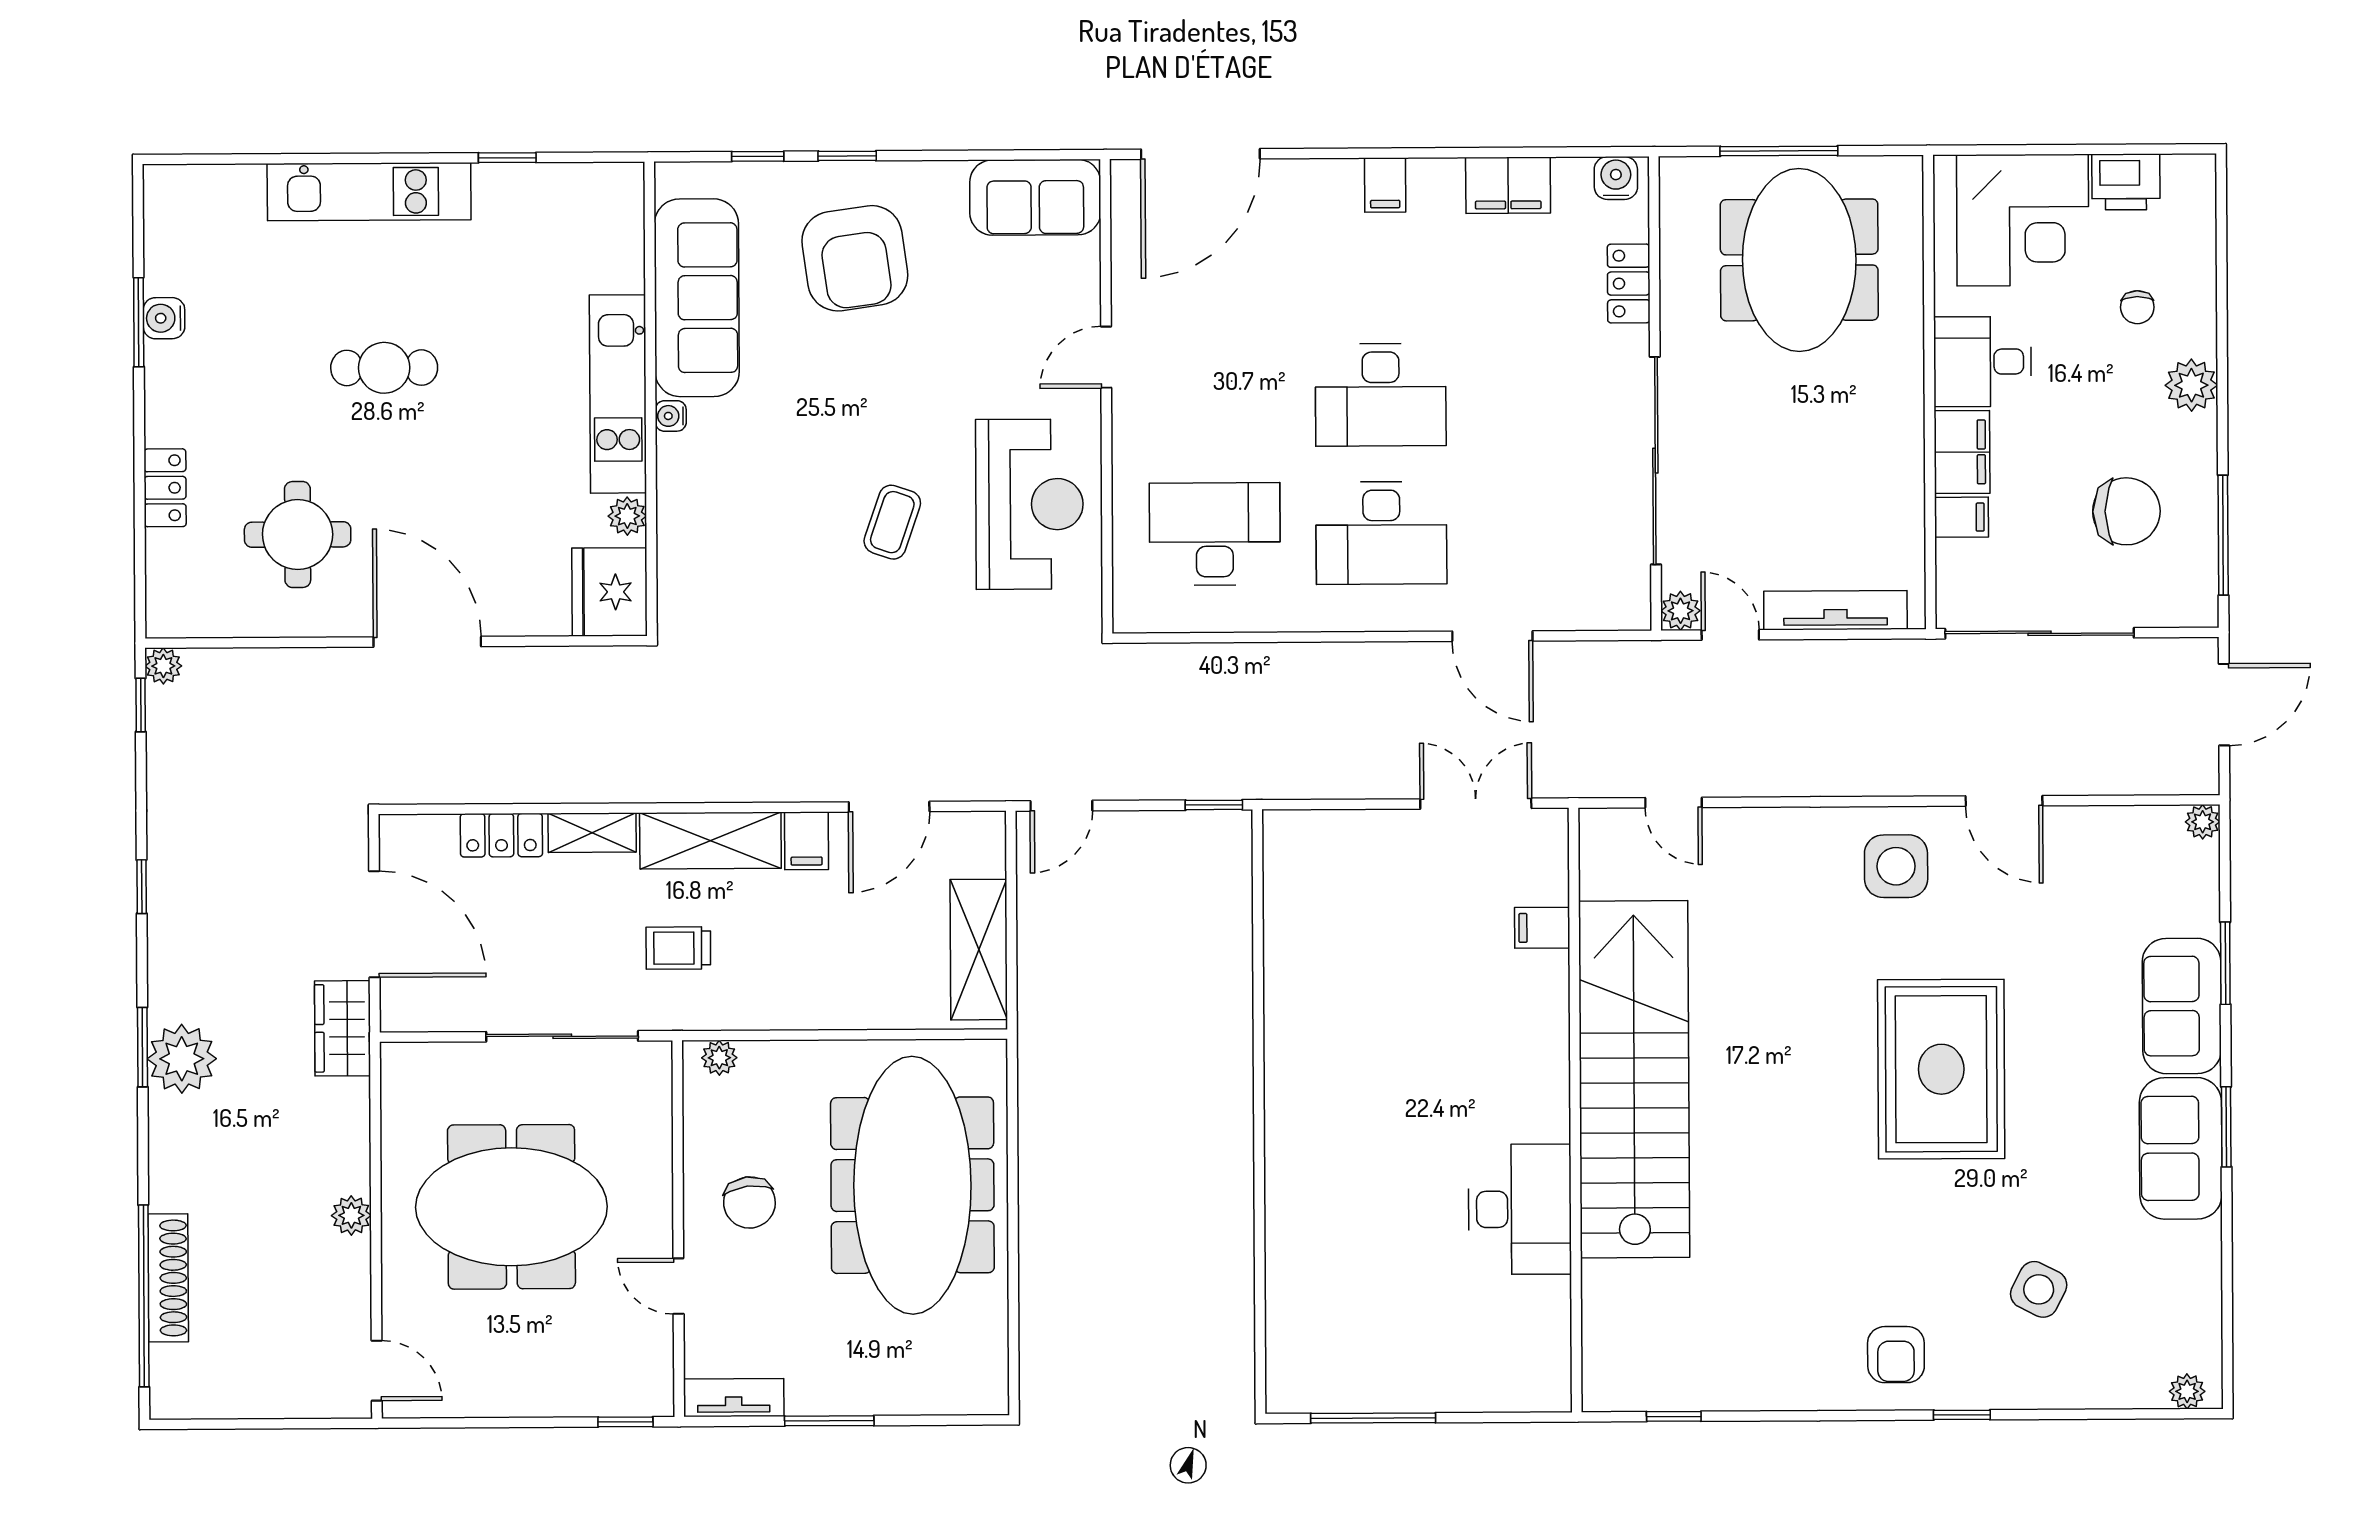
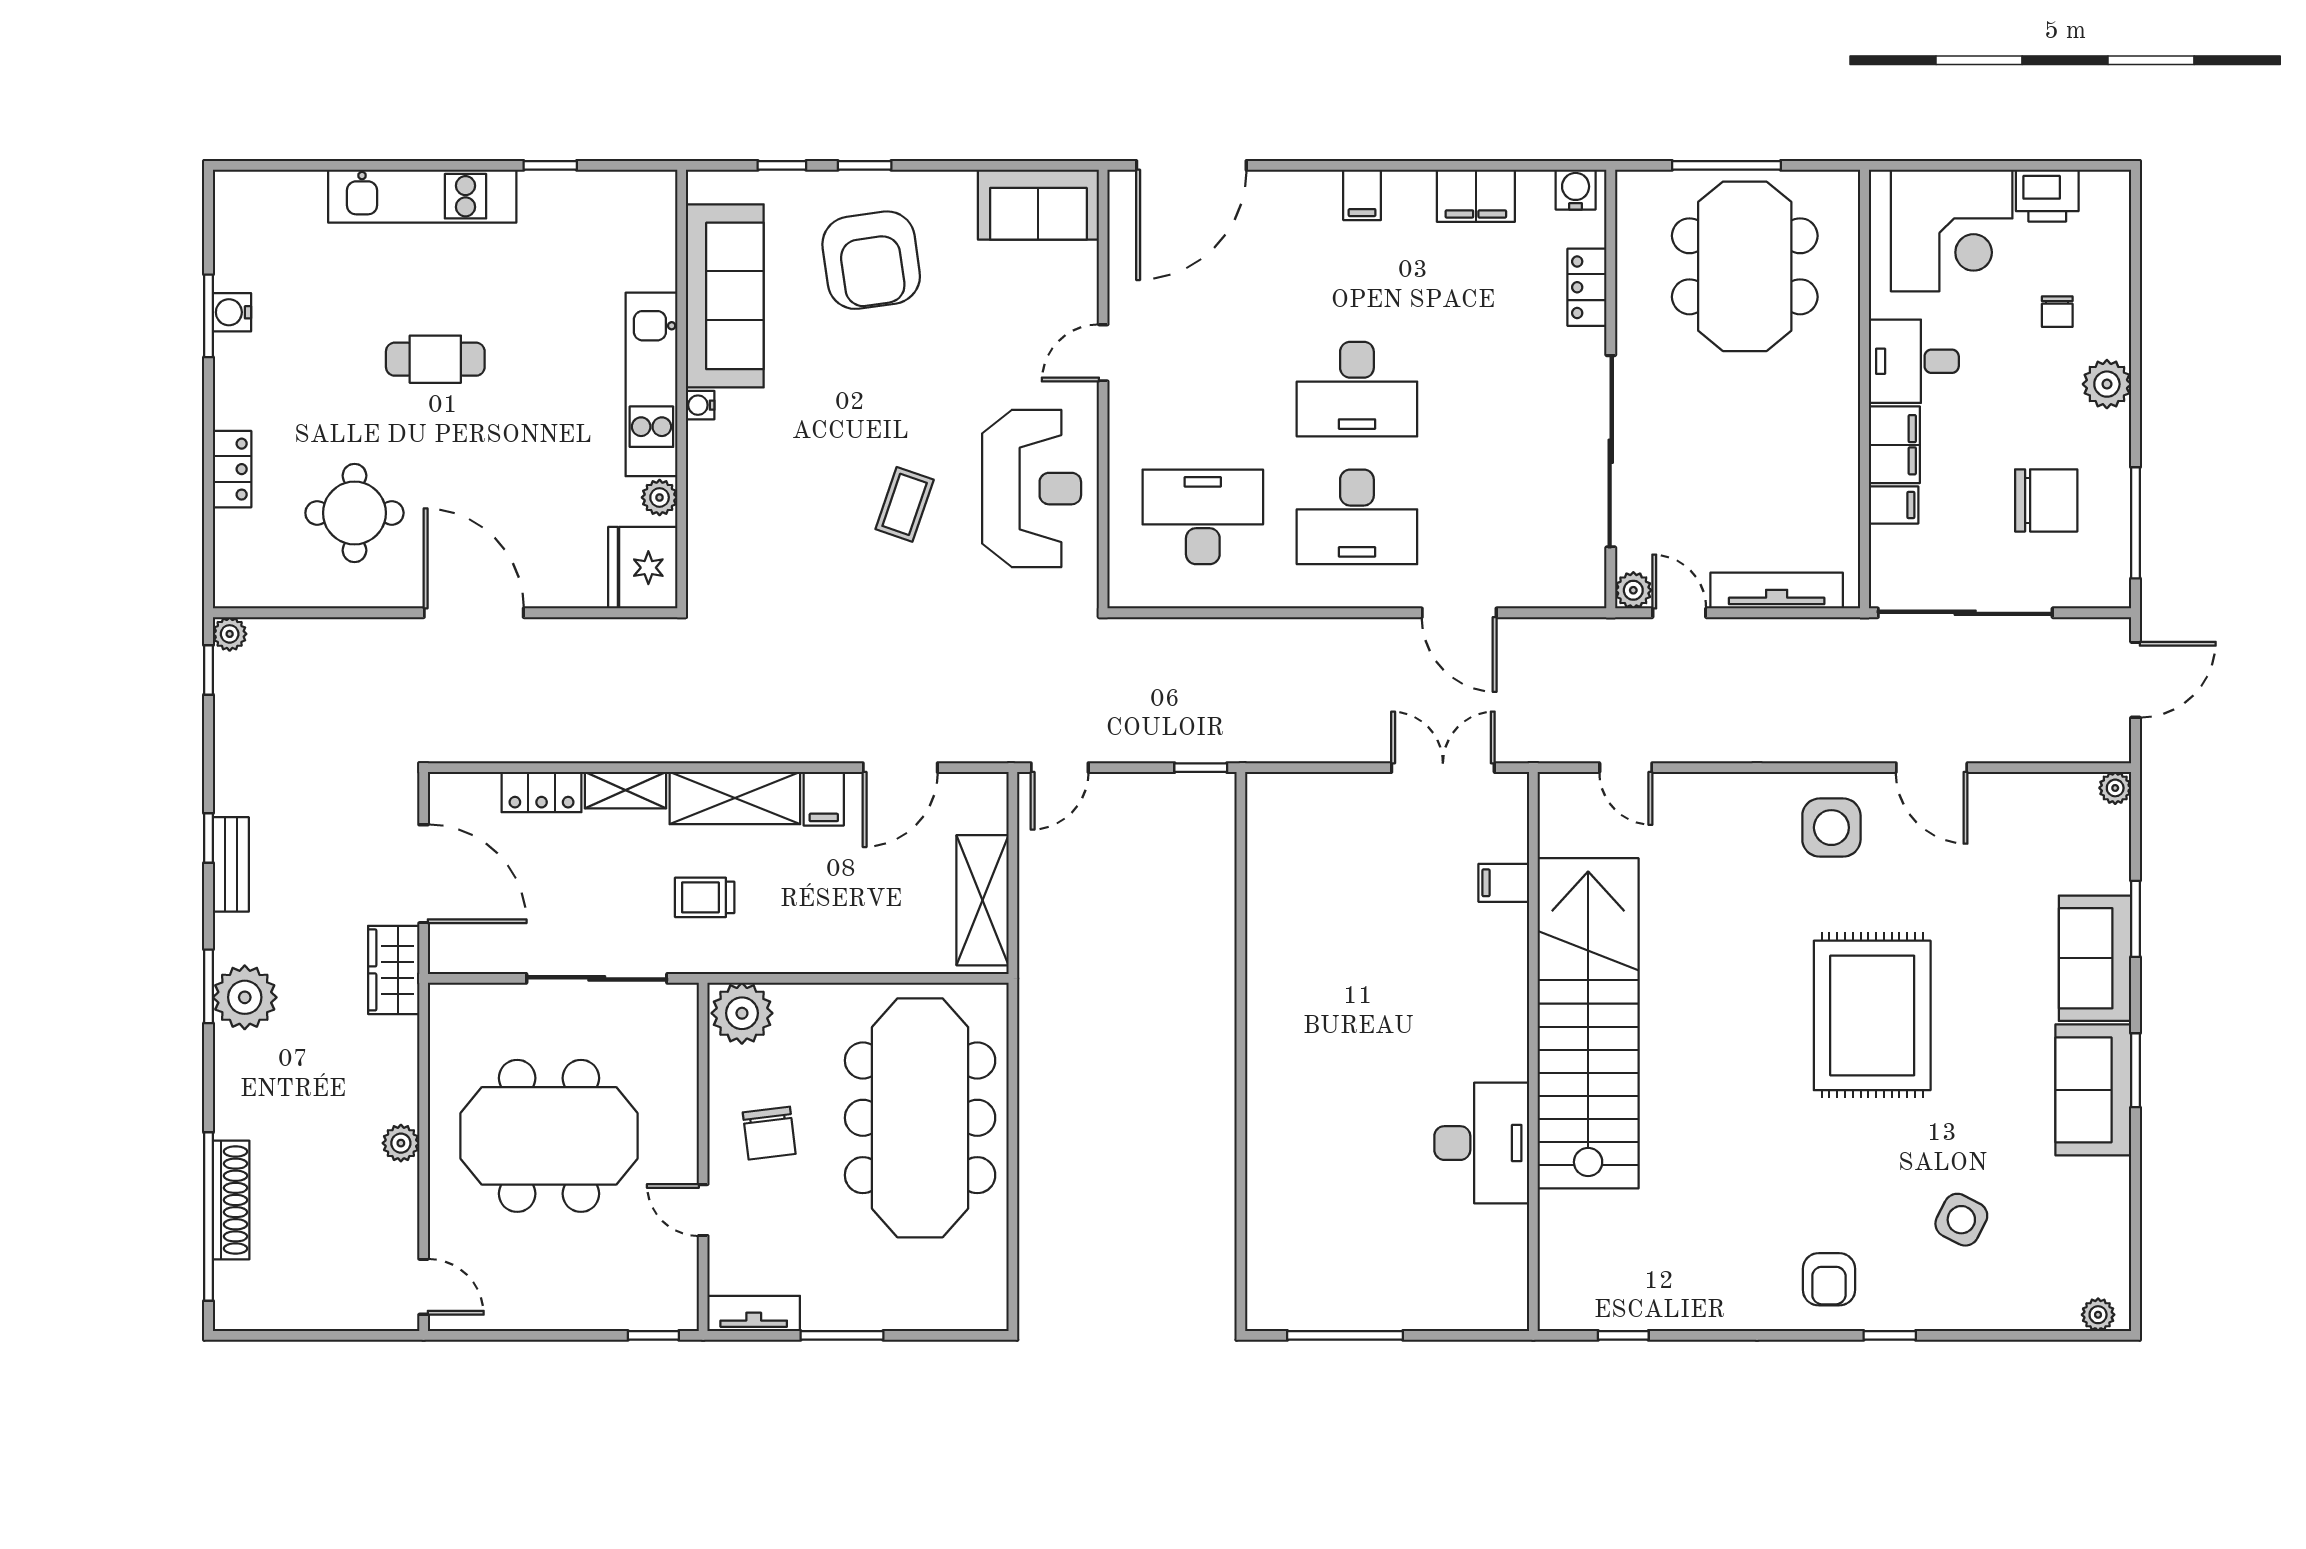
bench: (166, 915) -> (231, 864), added
plant: (719, 1058) -> (742, 1013), width x1.88, depth x1.88

